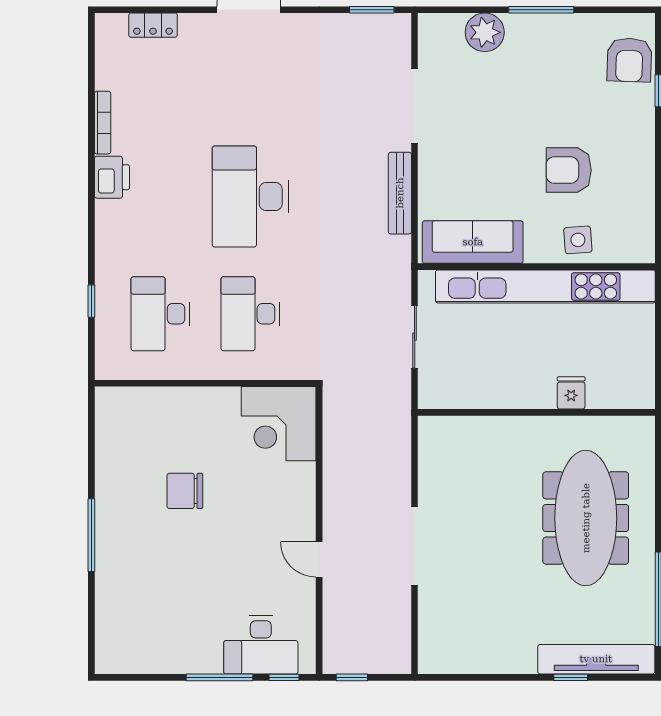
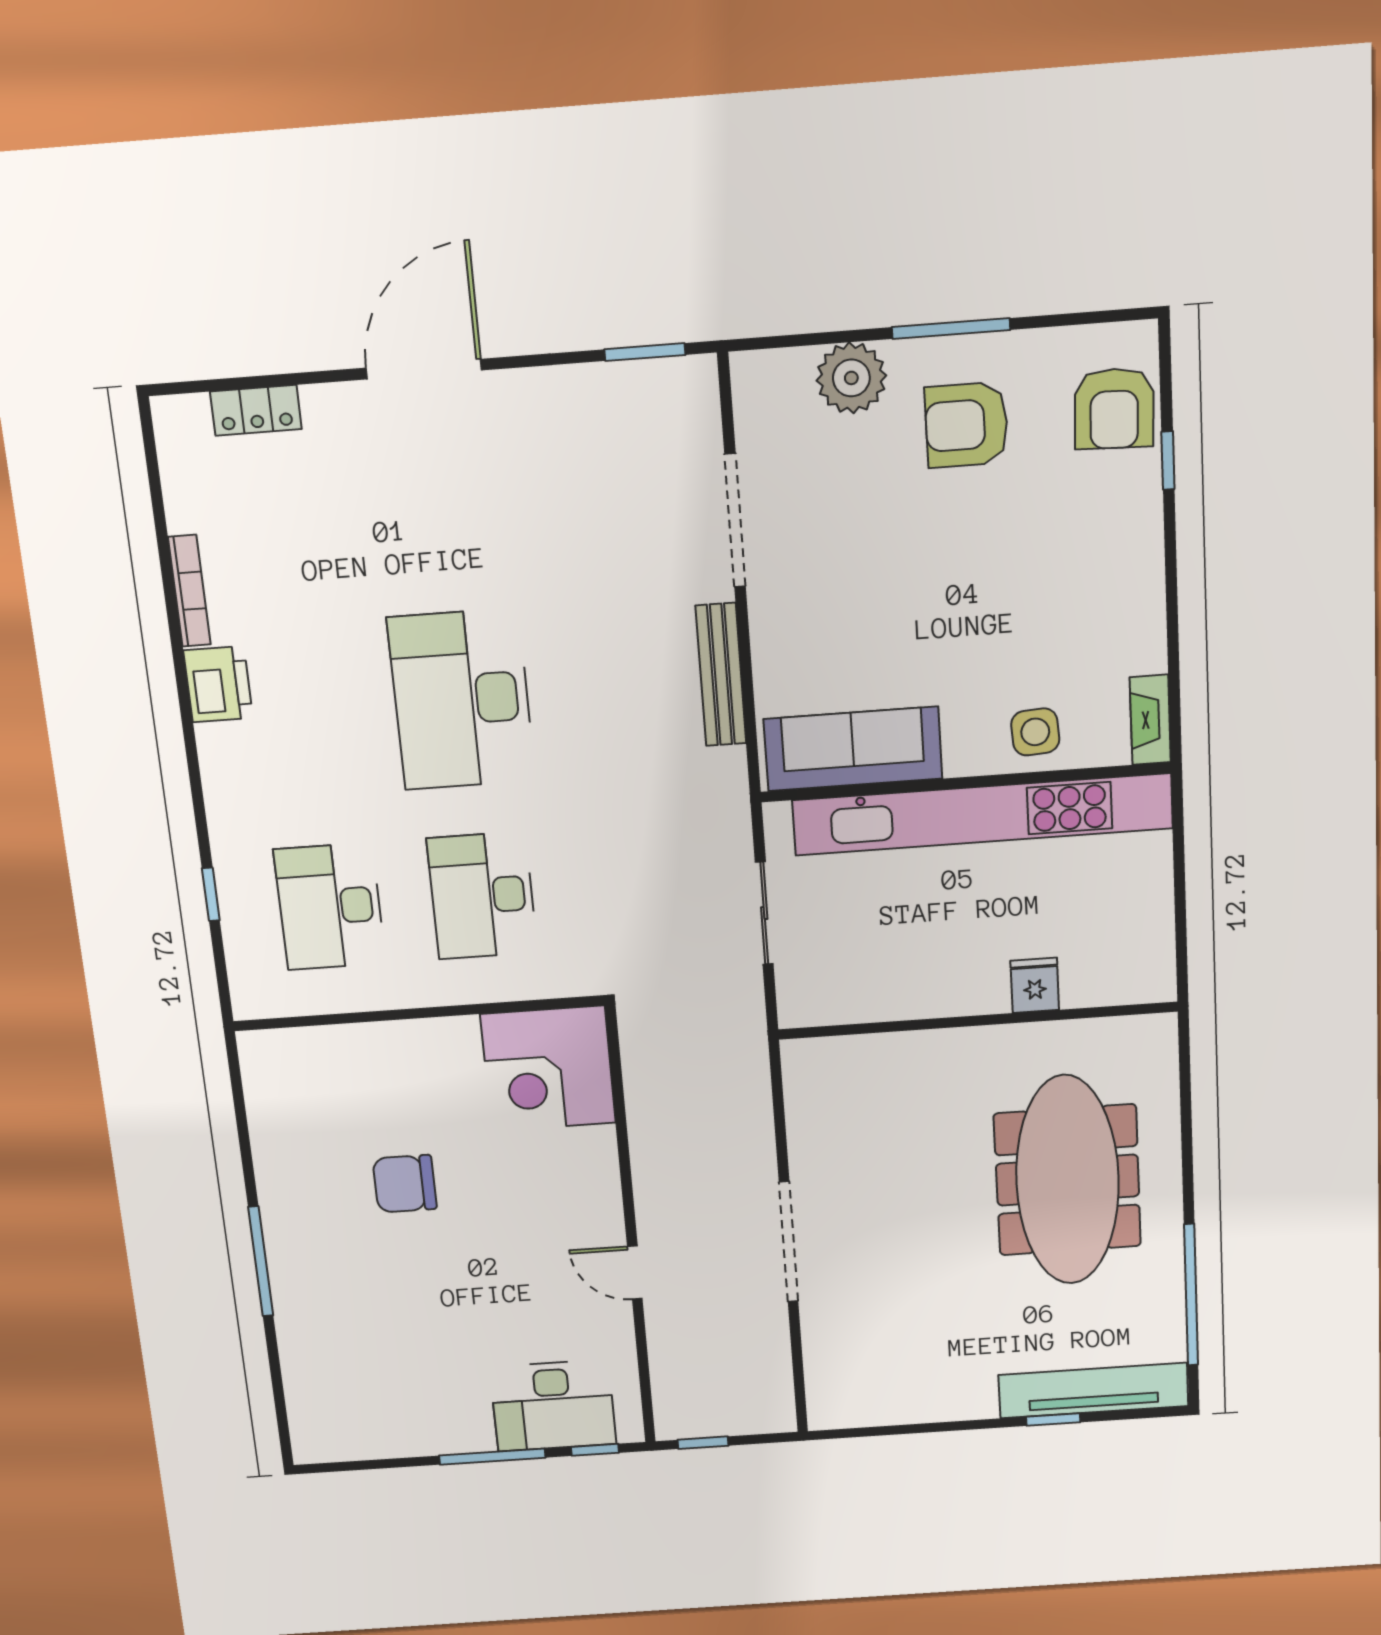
armchair: (569, 170) -> (966, 425), moved
fireplace: (644, 238) -> (1150, 720), added

